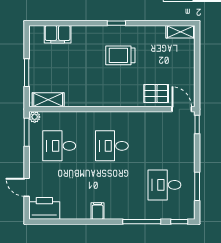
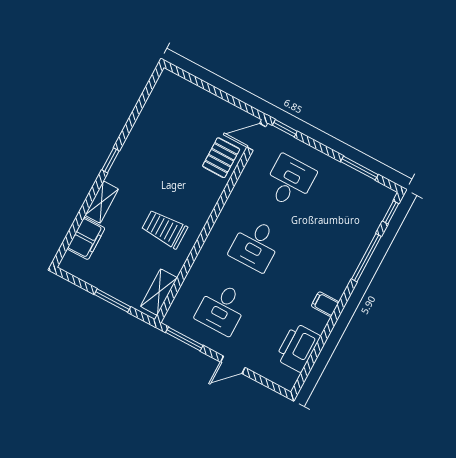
shelving: (180, 32) -> (102, 202), moved
trolley: (120, 55) -> (164, 229), moved, turned 90
plant: (35, 117) -> (171, 320), removed
desk: (164, 185) -> (290, 181), moved, turned 180
door: (27, 187) -> (233, 365), moved
printer: (44, 208) -> (298, 347), moved

